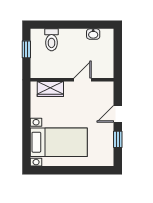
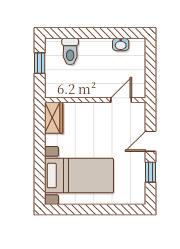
door: (82, 80) -> (121, 100), moved
wardrobe: (50, 89) -> (54, 118), moved, turned -90

